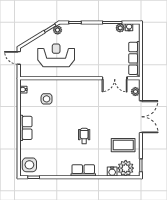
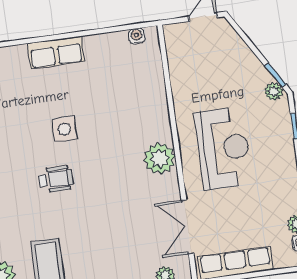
reception desk: (56, 55) -> (223, 148), moved
plant: (81, 87) -> (159, 159), added
side table: (47, 99) -> (64, 129), moved

